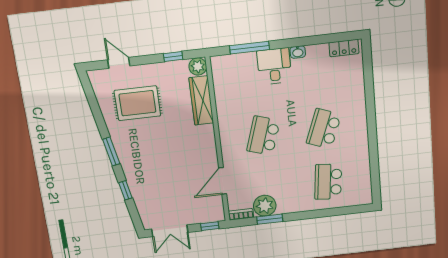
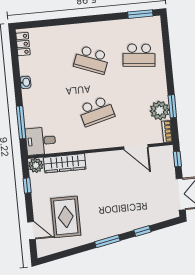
door: (119, 63) -> (31, 231), swing flipped
desk: (274, 66) -> (41, 141), moved
school desk: (263, 136) -> (96, 111), turned -33
window: (375, 182) -> (140, 14), added

